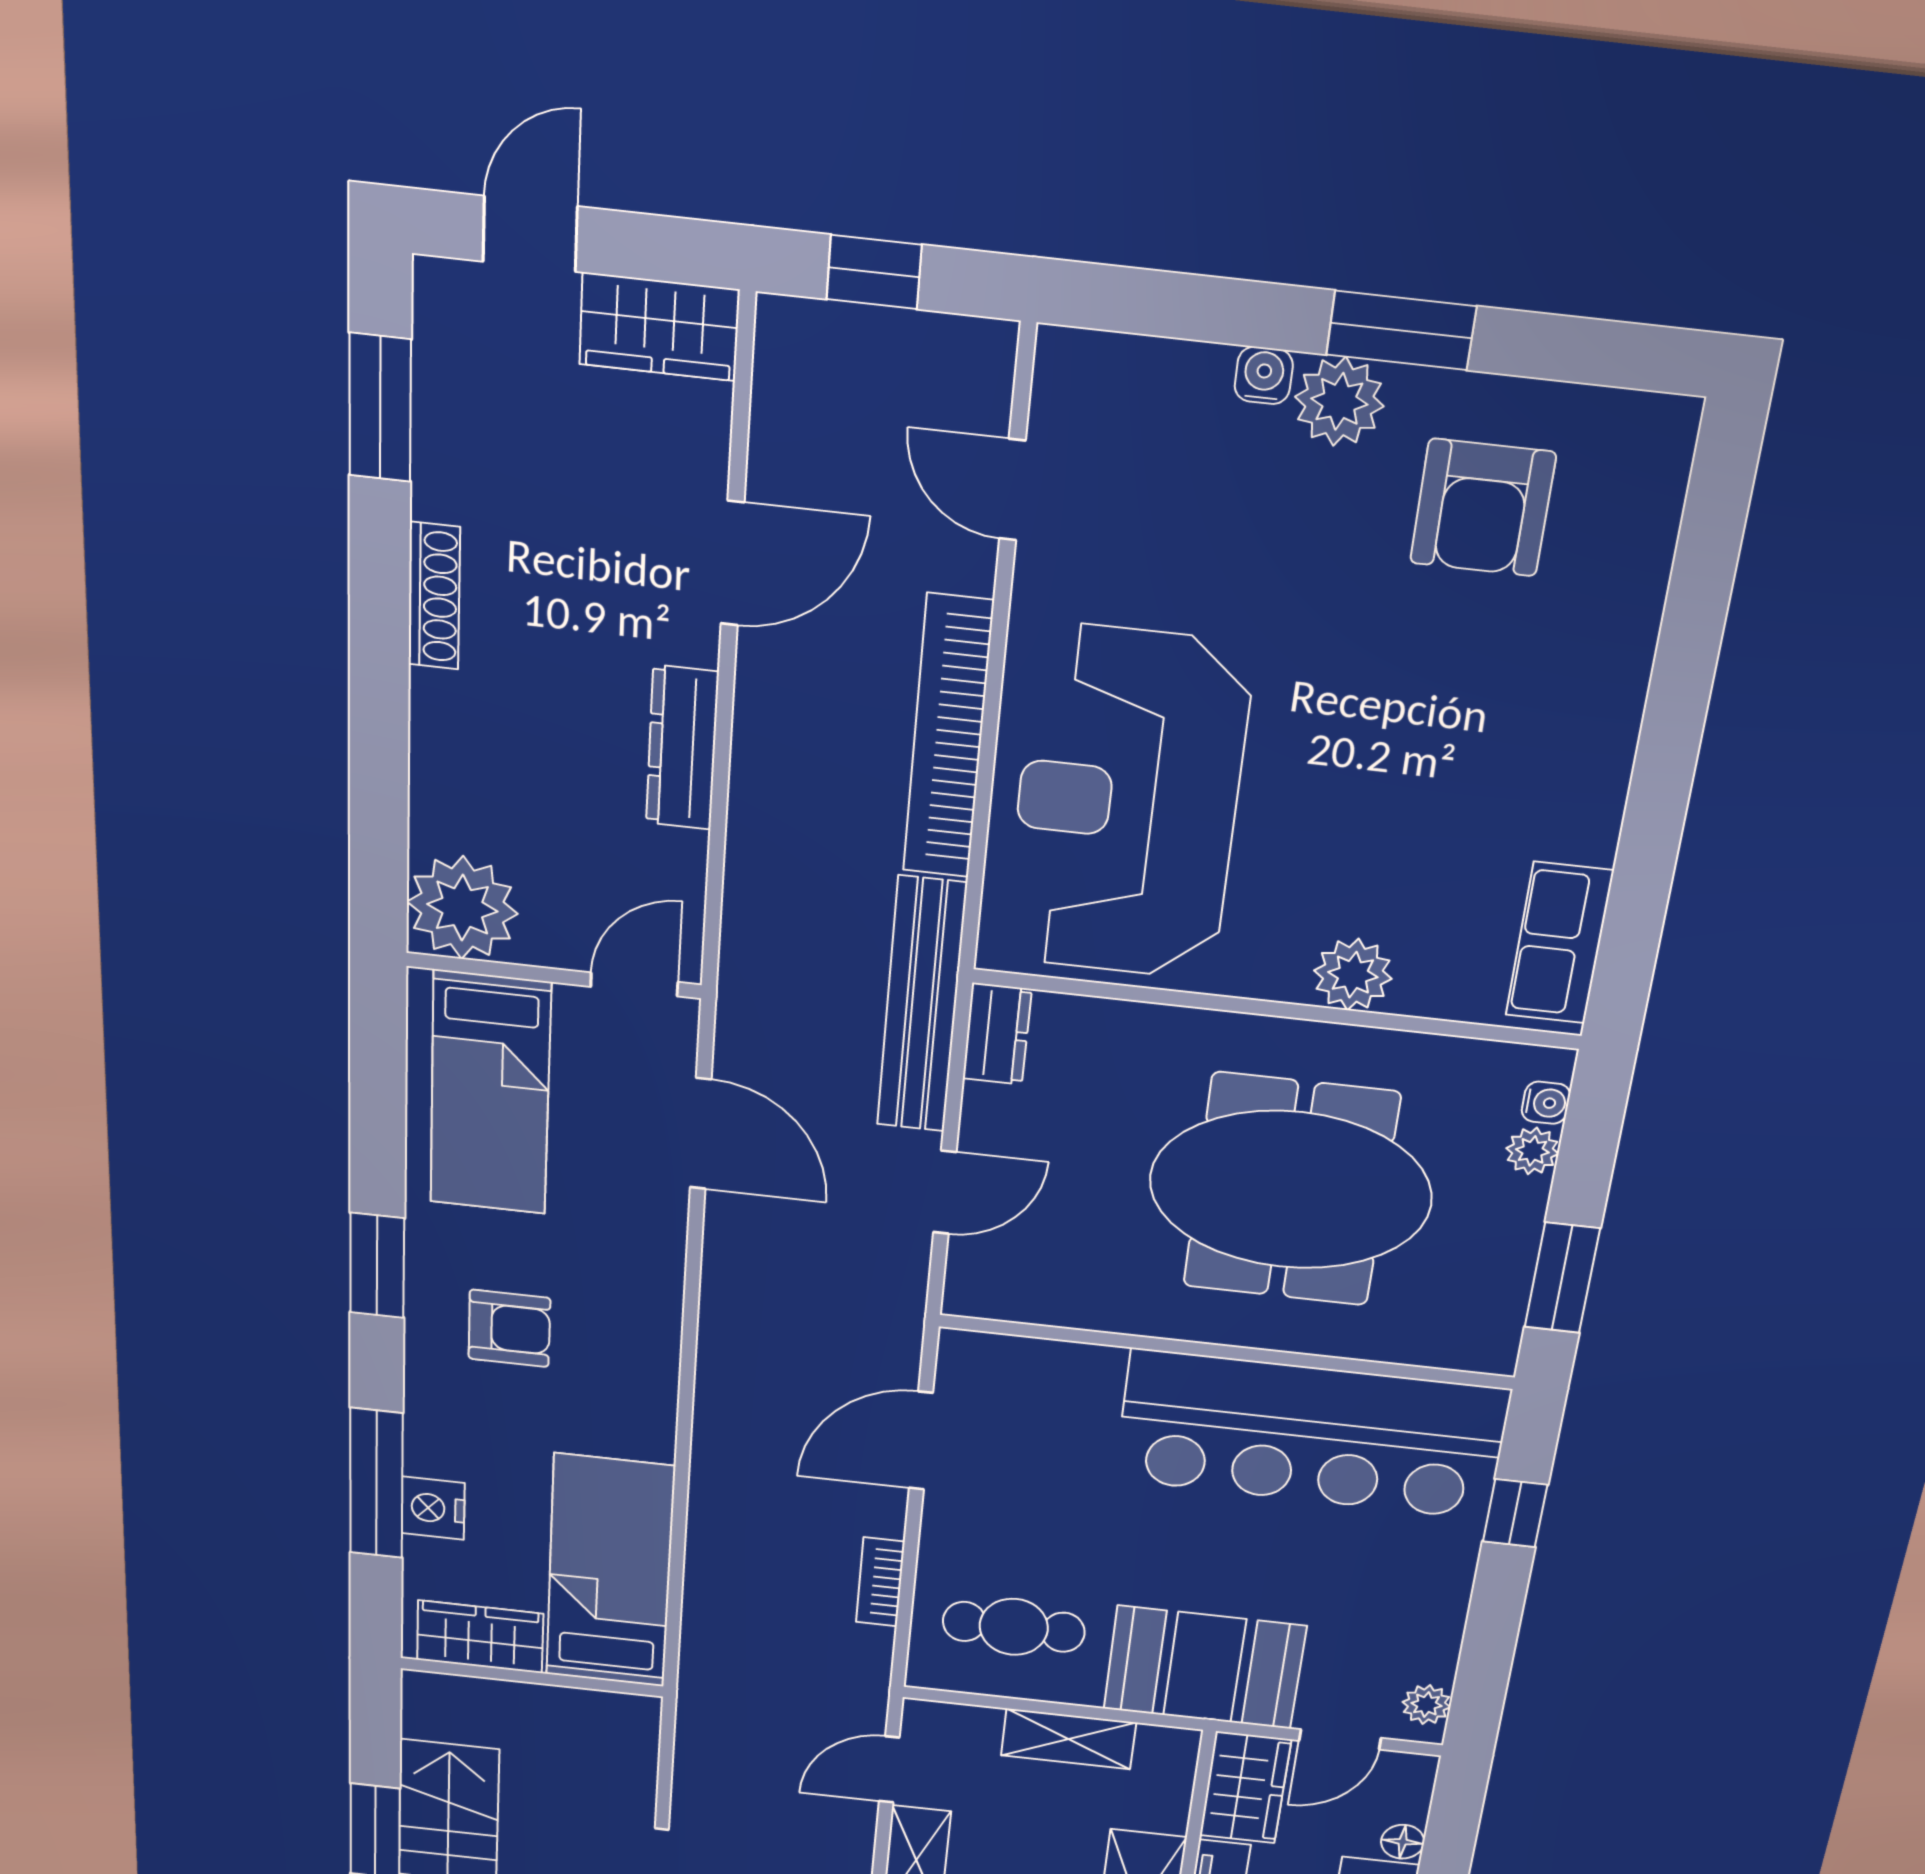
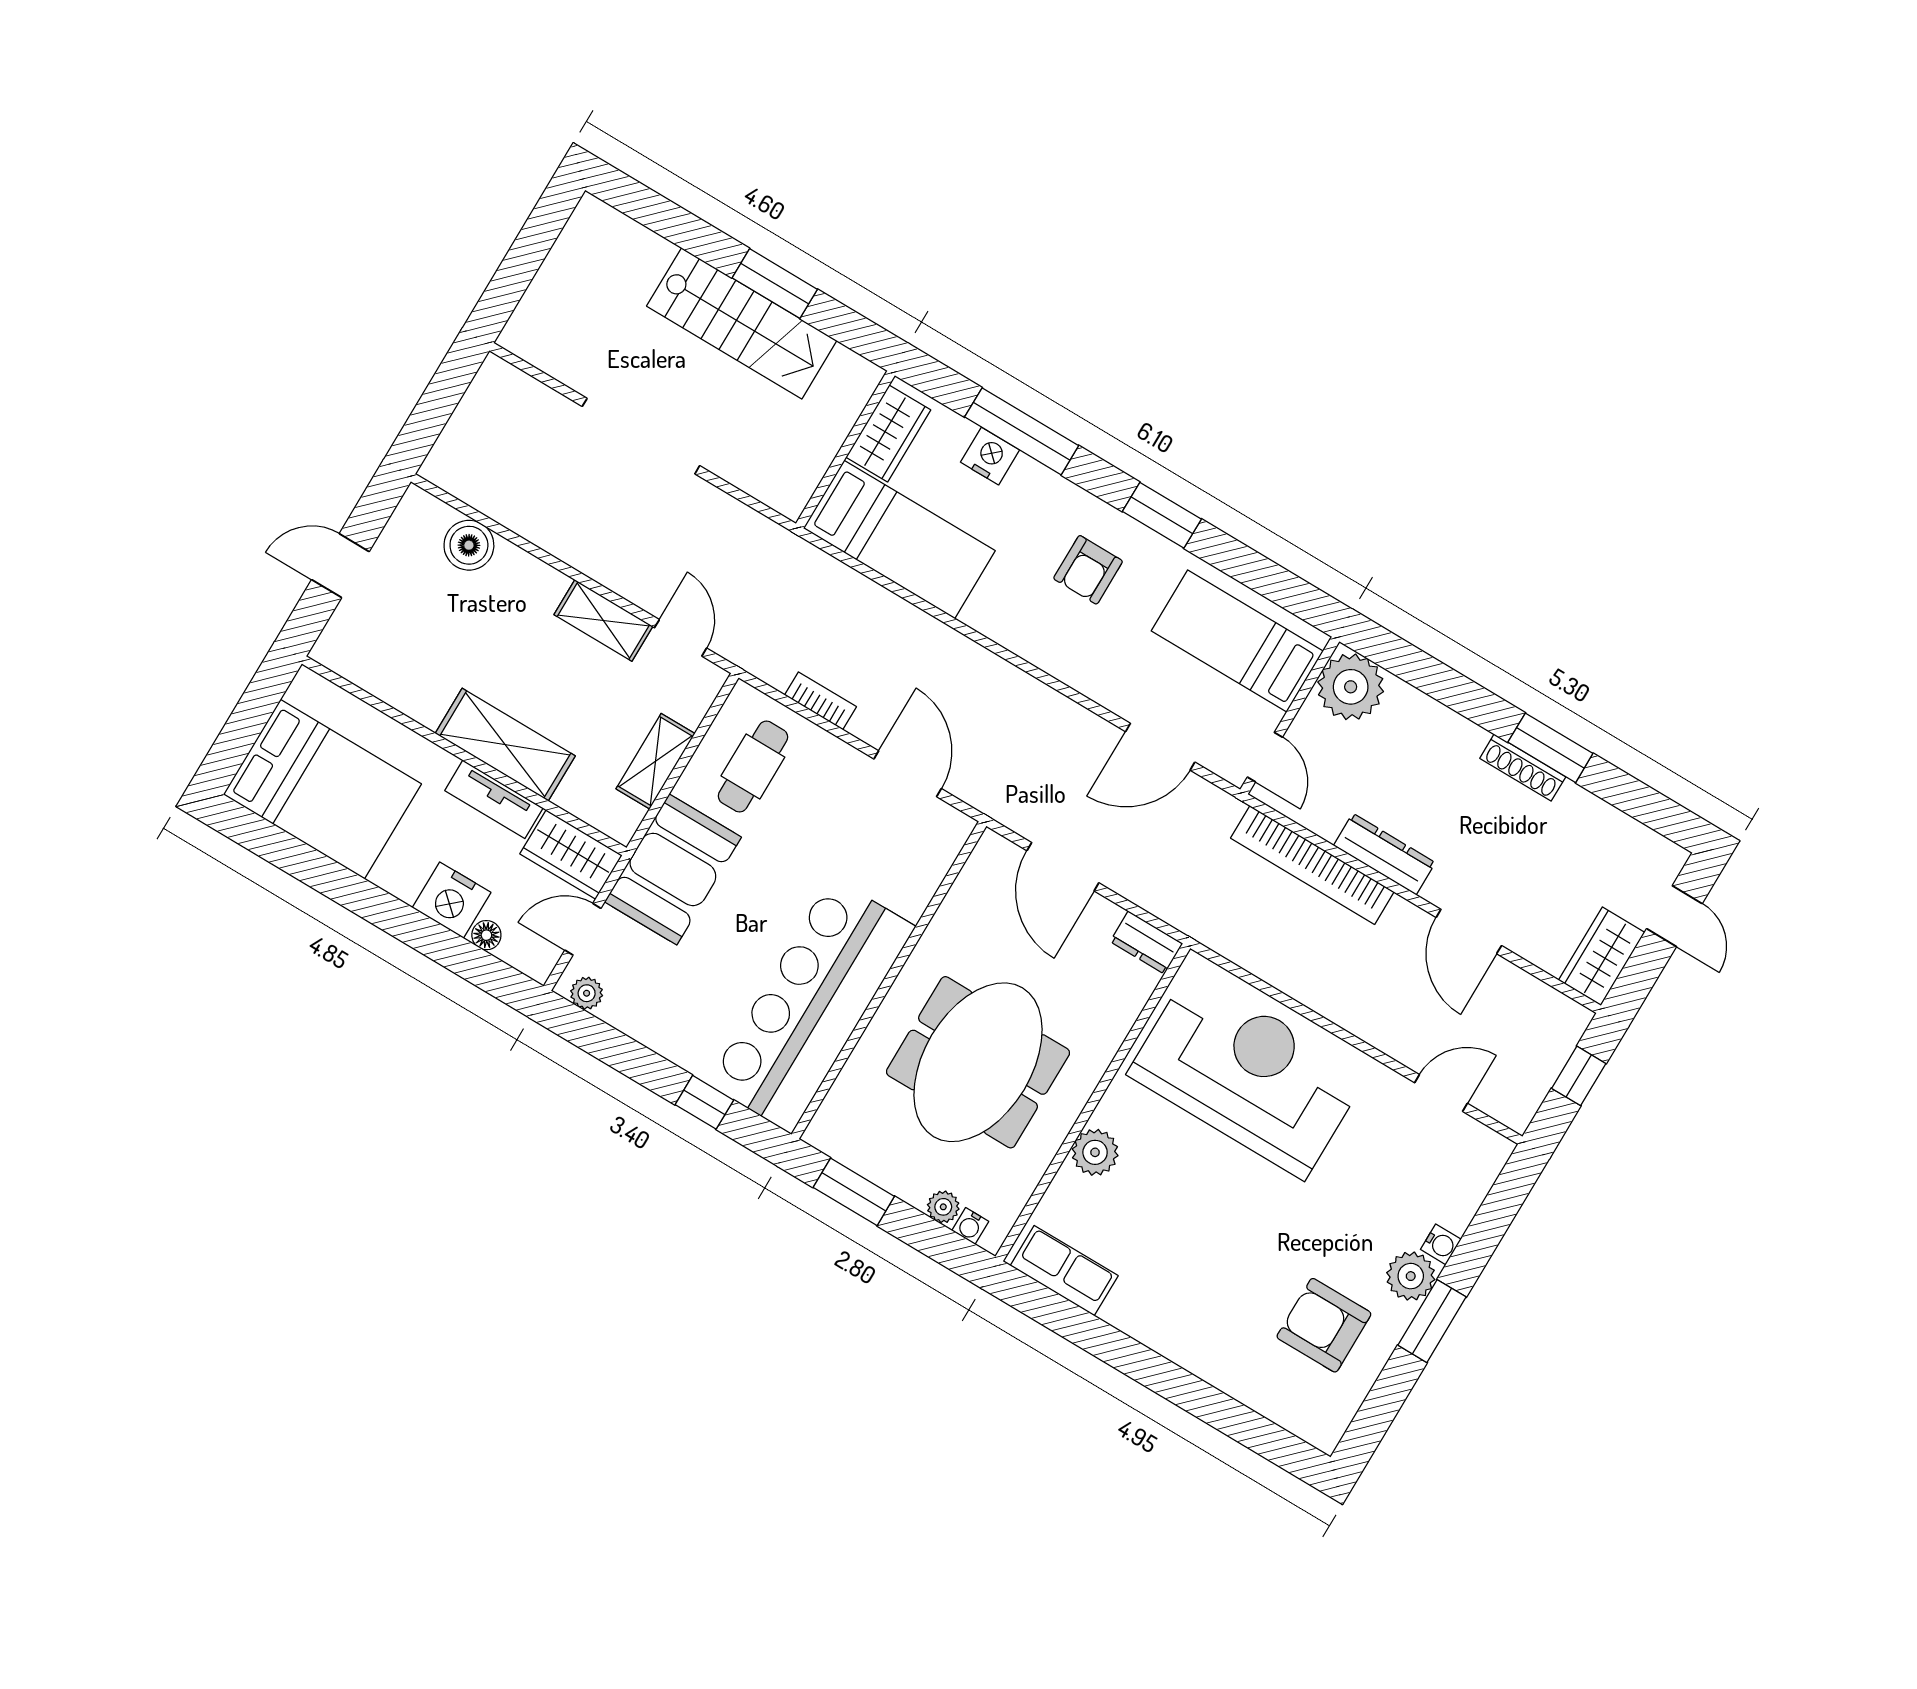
window: (380, 408) -> (1550, 748), moved
bookcase: (948, 737) -> (1312, 865), moved, turned 180
bench: (922, 1005) -> (1182, 909), removed
door: (945, 1192) -> (1063, 867), width x1.38
door: (1340, 1739) -> (583, 929), hinge flipped

